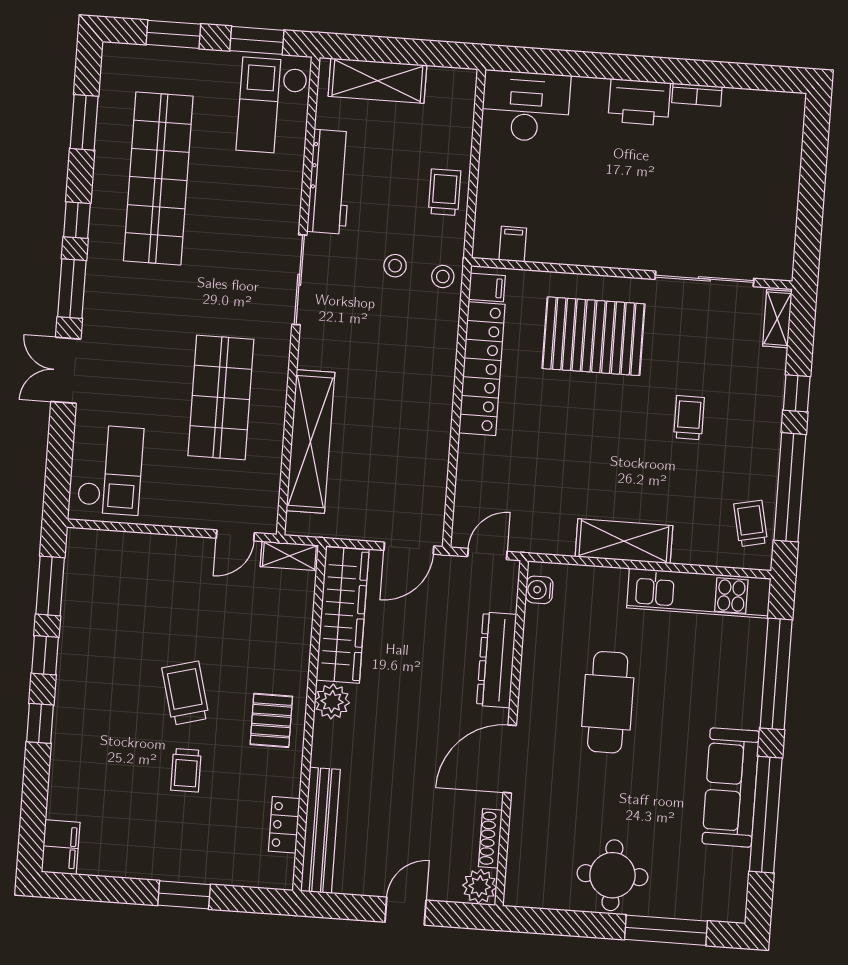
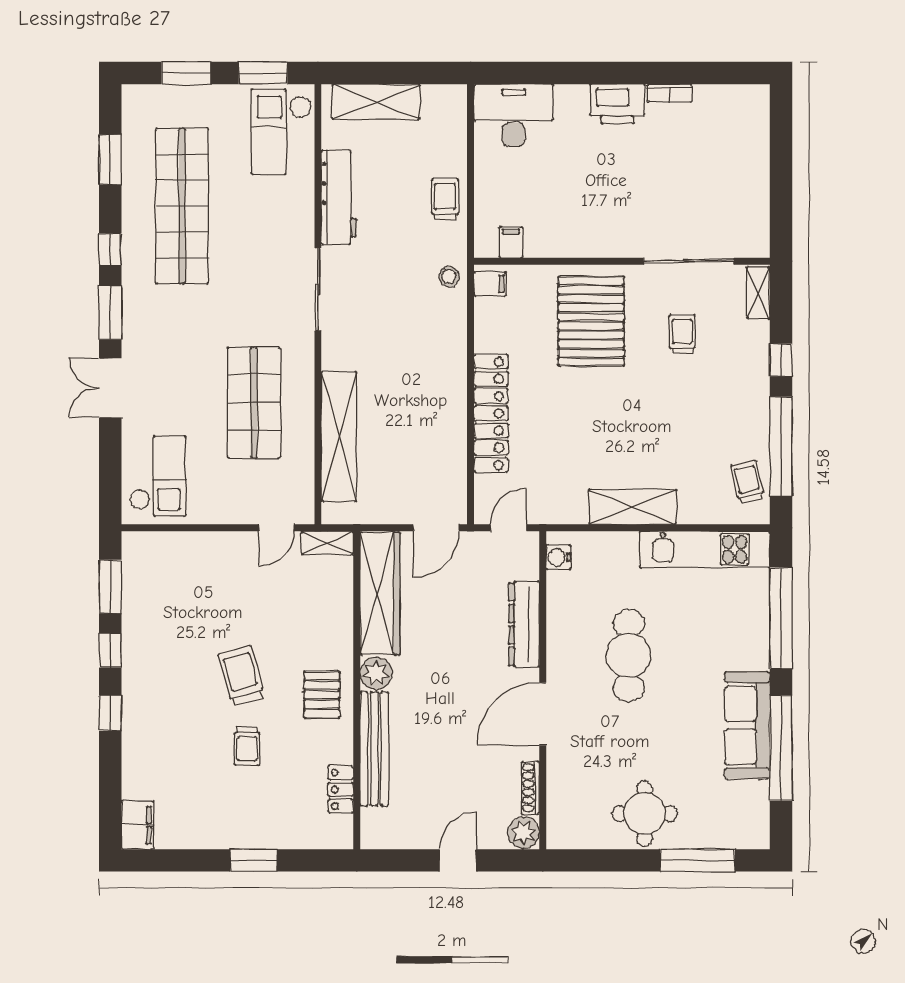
stool: (395, 266) -> (405, 270), removed
pallet: (593, 336) -> (591, 321), turned 90
locker: (482, 369) -> (491, 413), moved
trolley: (689, 418) -> (682, 334), moved
bench: (321, 830) -> (374, 749), moved

